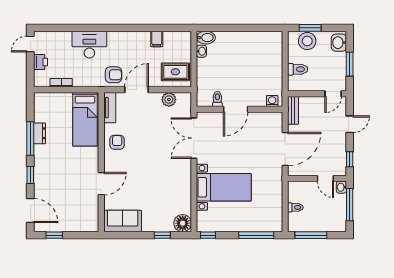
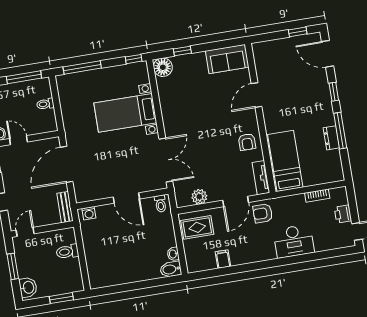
stool: (307, 41) -> (62, 283), removed
toilet: (217, 99) -> (160, 204), moved
door: (236, 109) -> (126, 198), swing flipped

